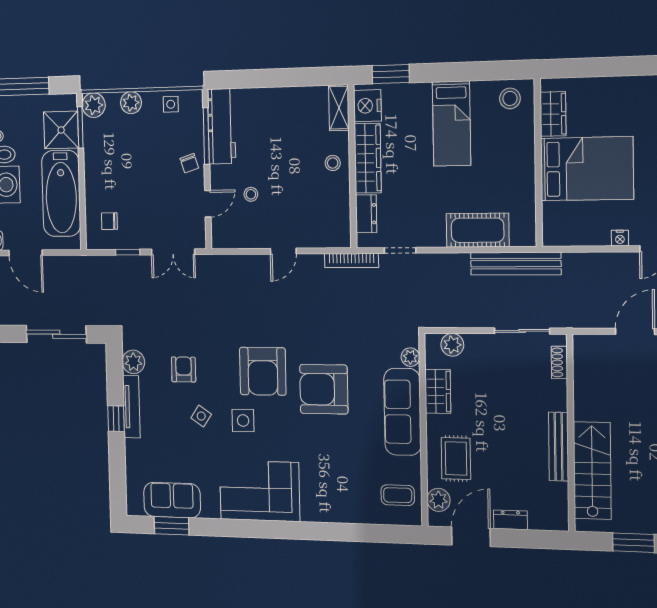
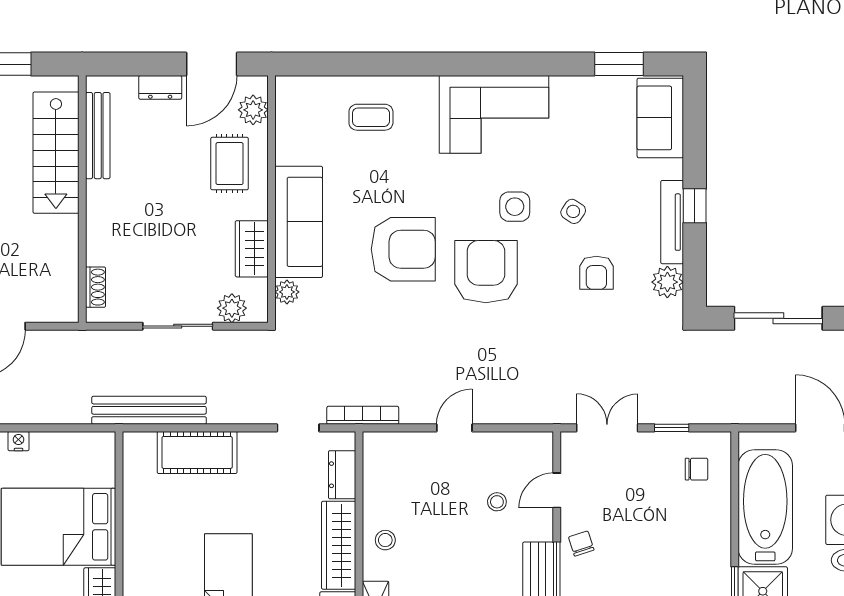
sliding door: (522, 331) -> (178, 326), moved
bench: (559, 447) -> (98, 136), moved
coffee table: (398, 495) -> (371, 117), moved
sofa: (172, 500) -> (660, 118), moved, turned 90

